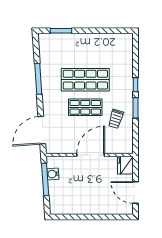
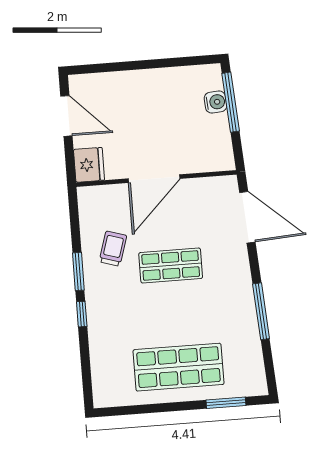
shop shelf: (85, 80) -> (178, 367), moved
door: (42, 130) -> (247, 217), hinge flipped
water cooler: (53, 174) -> (215, 102), moved
window: (45, 179) -> (231, 102), moved

